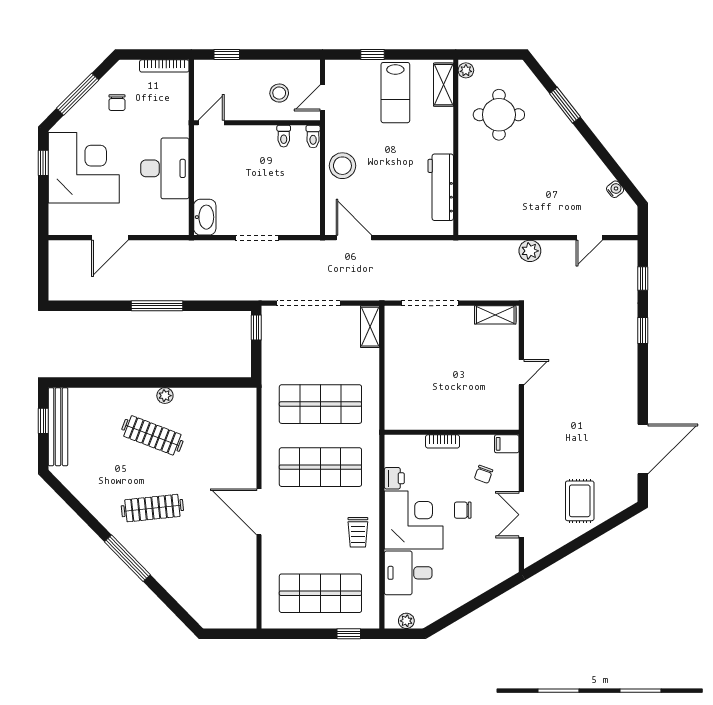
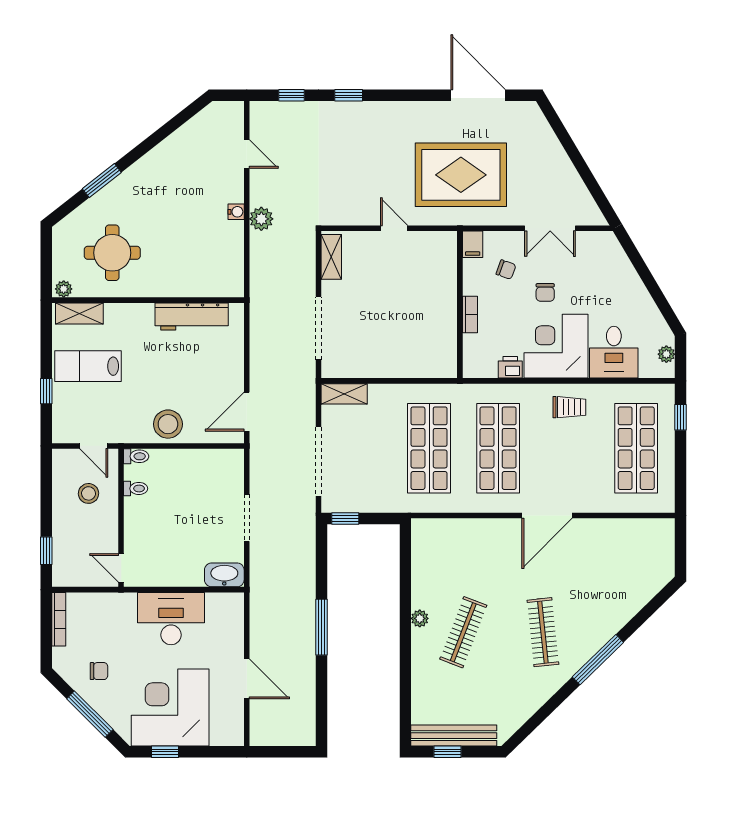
lab bench: (395, 93) -> (88, 366), turned 180
water cooler: (615, 189) -> (236, 212), moved, turned 128
rug: (580, 501) -> (461, 175), moved, width x1.86, depth x2.06

